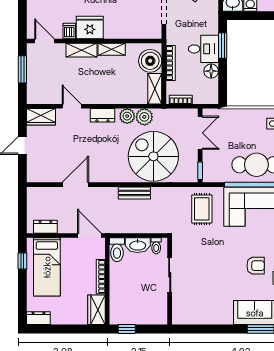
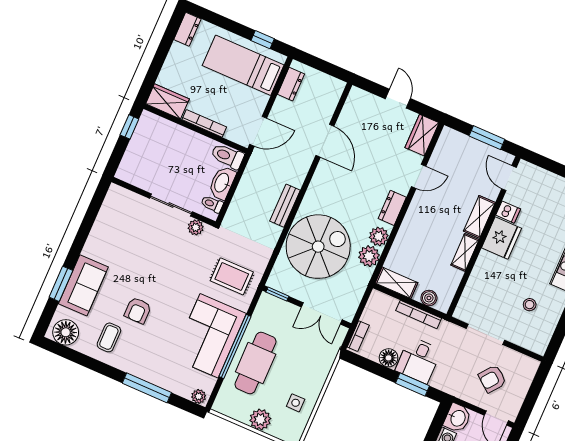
door: (45, 41) -> (509, 178), swing flipped
boiler: (150, 61) -> (429, 298), width x0.54, depth x0.54
bookcase: (181, 100) -> (358, 336), moved
plant: (178, 250) -> (196, 227), added

